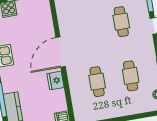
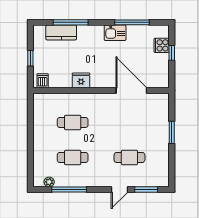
door: (61, 52) -> (131, 90), moved

